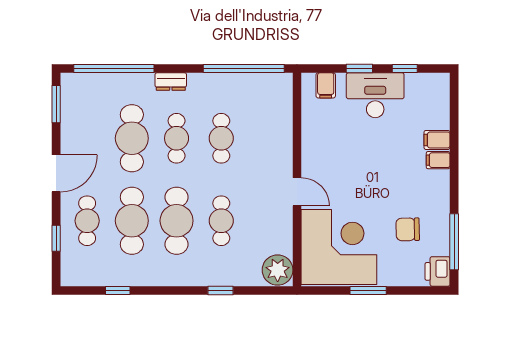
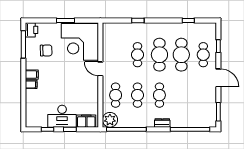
filing cabinet: (326, 85) -> (86, 121), width x2.00
cafe table: (132, 138) -> (116, 95), moved, width x0.73, depth x0.74
filing cabinet: (437, 140) -> (32, 75), moved
door: (56, 173) -> (218, 78), swing flipped
plant: (278, 270) -> (110, 120), moved

